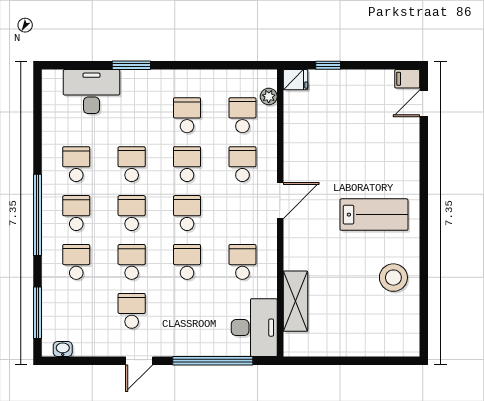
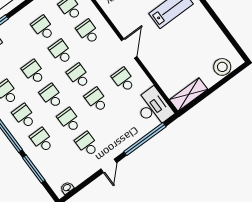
door: (280, 201) -> (129, 48), moved
stool: (393, 278) -> (222, 67), moved
shelving: (295, 301) -> (189, 95), moved, turned 90
window: (37, 313) -> (34, 169), moved

